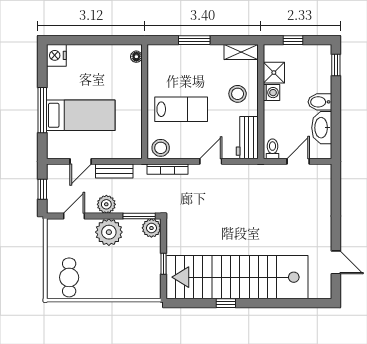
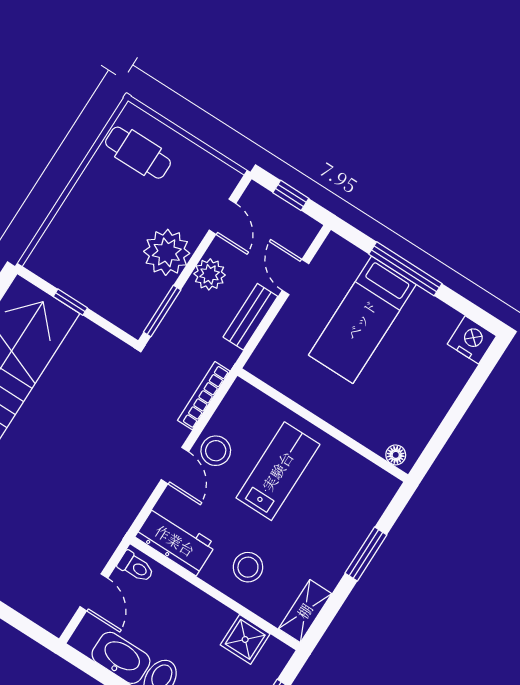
washing machine: (271, 93) -> (218, 617), removed
lab bench: (181, 109) -> (278, 471), turned 180
stool: (161, 148) -> (216, 451), moved
plant: (151, 228) -> (133, 318), removed

